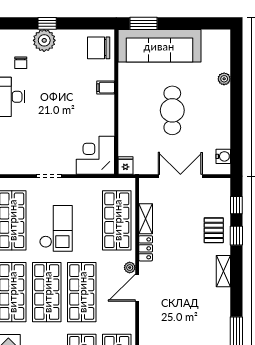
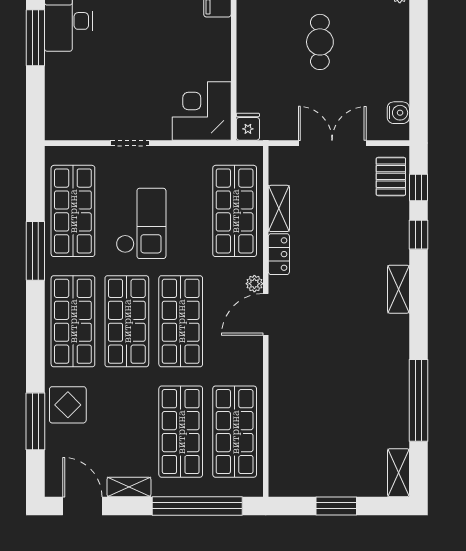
cafe table: (172, 110) -> (320, 42), width x0.73, depth x0.74
pallet: (214, 230) -> (391, 176), moved

